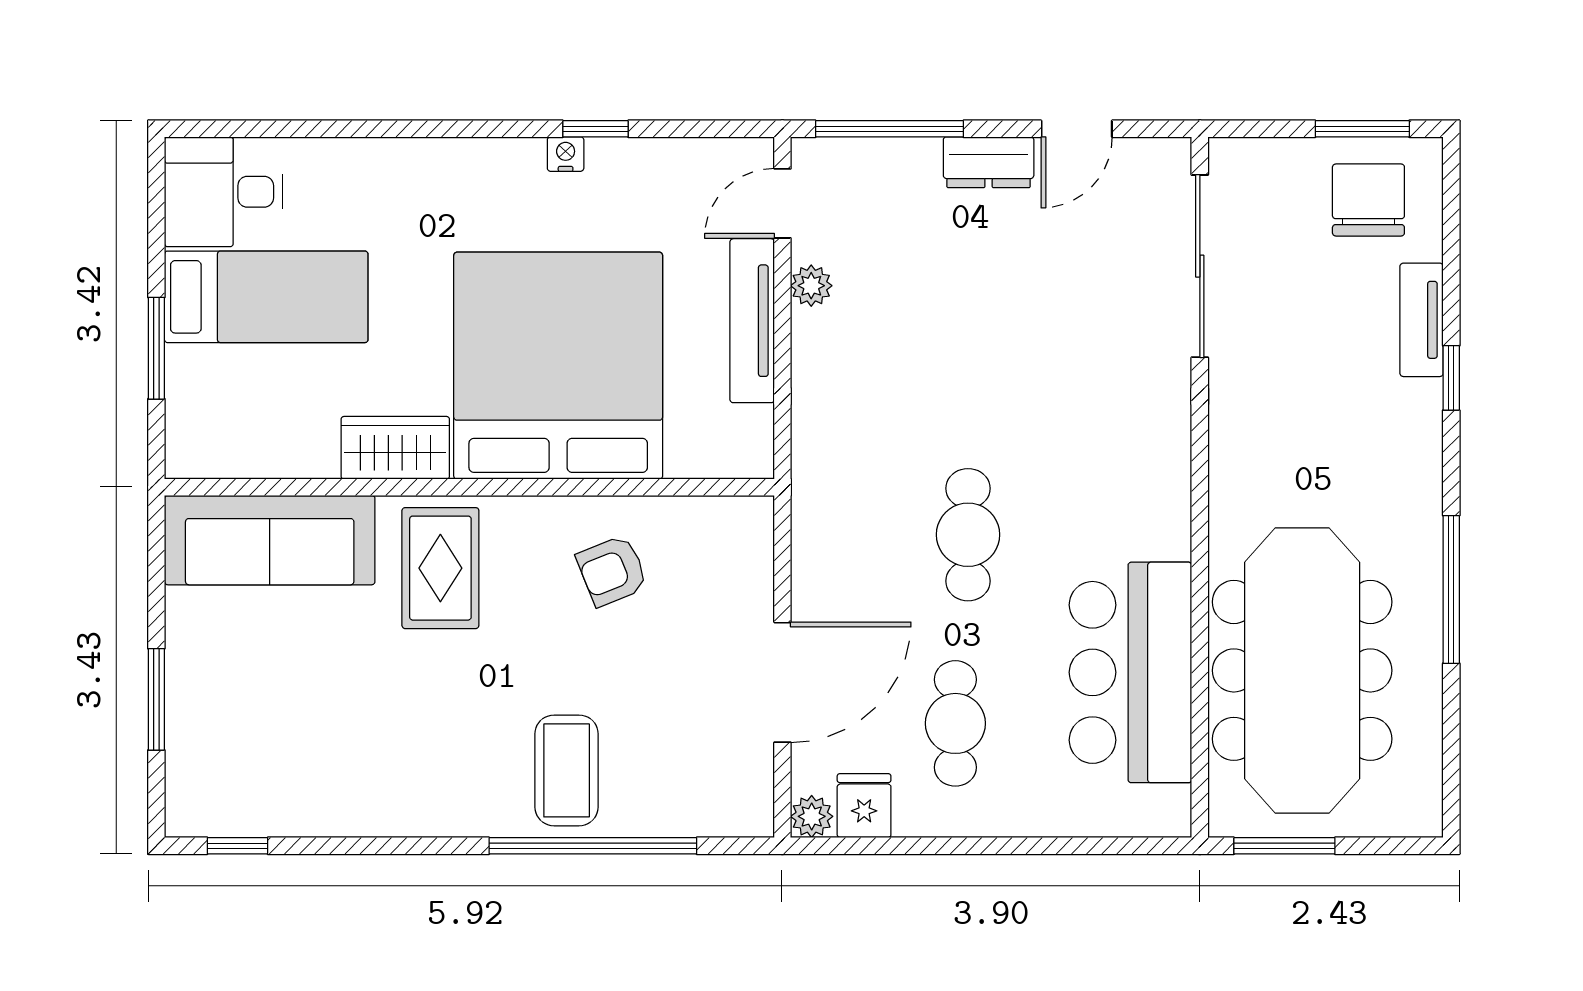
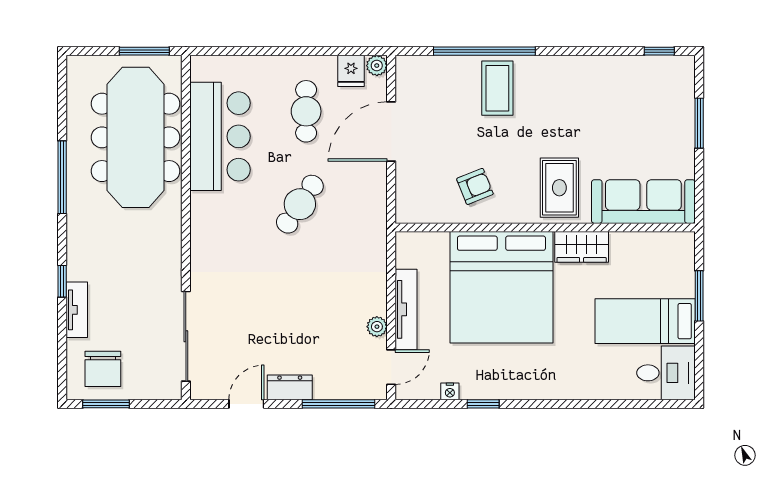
nightstand: (566, 154) -> (450, 391), moved
cafe table: (968, 535) -> (300, 204), turned 34

